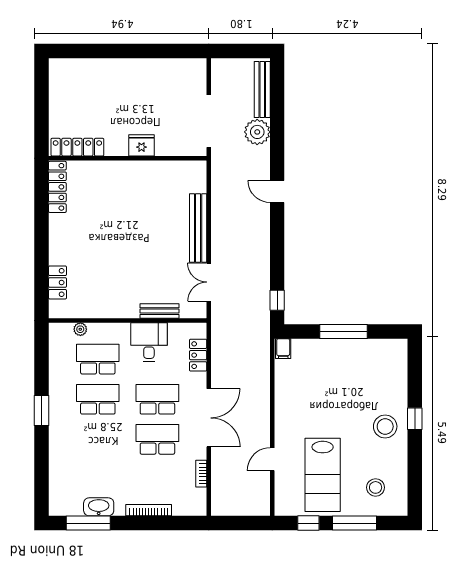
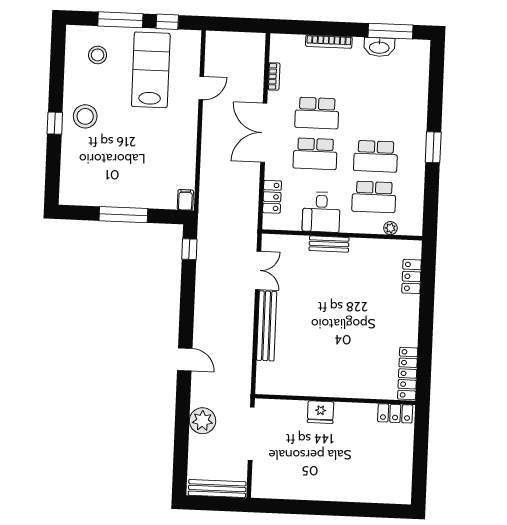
bench: (262, 90) -> (217, 488), moved, turned 90
locker: (77, 147) -> (395, 413), width x0.66
bench: (159, 311) -> (329, 244), moved

